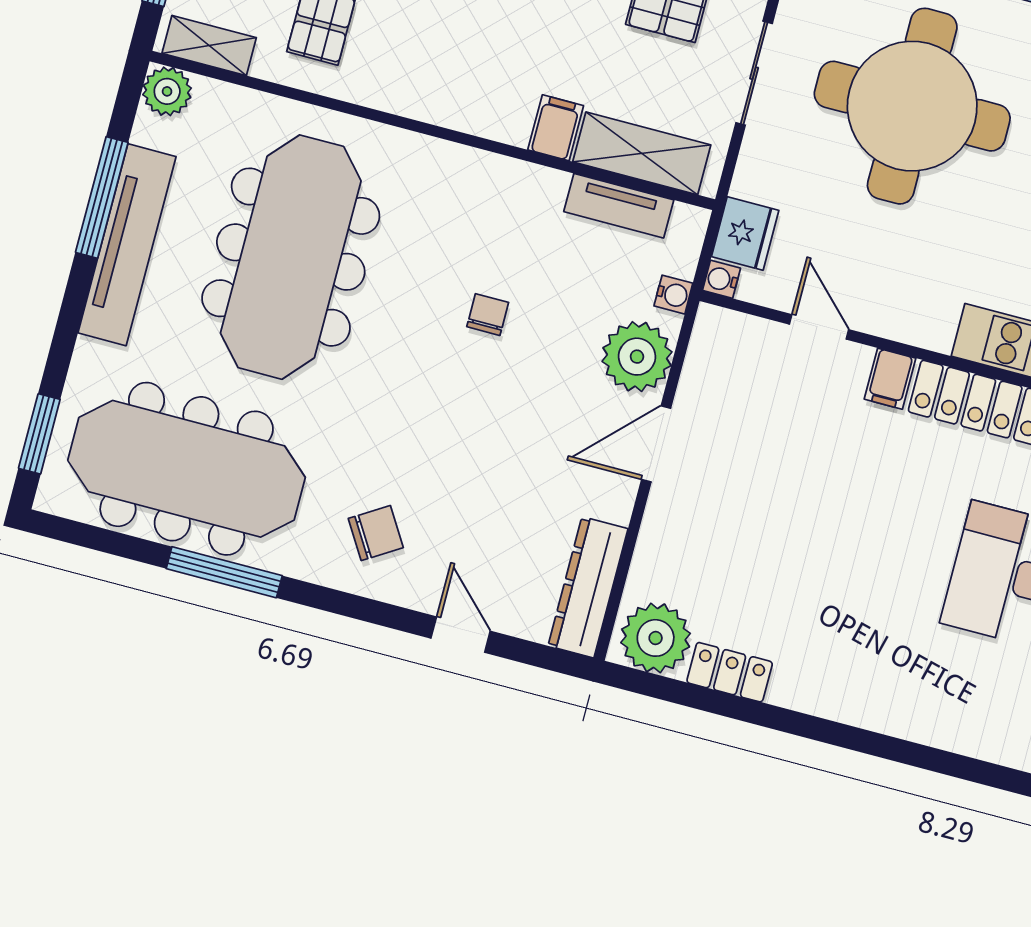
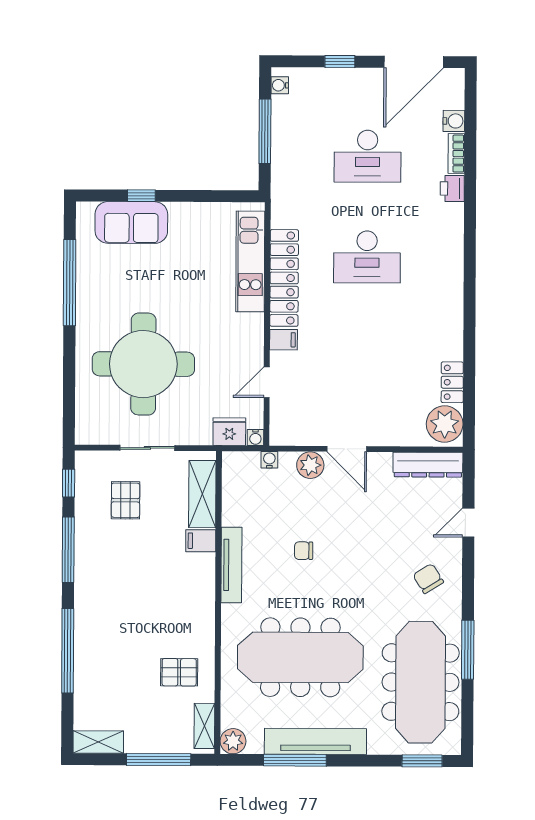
tv unit: (619, 206) -> (231, 565), moved, width x1.41
plant: (637, 357) -> (310, 465), width x0.73, depth x0.73

